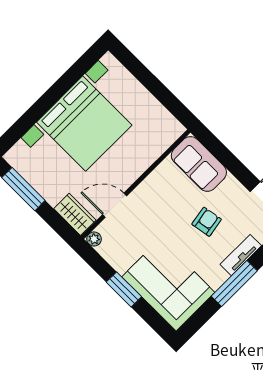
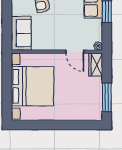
bed with nightstands: (84, 124) -> (32, 86), moved, turned 90

